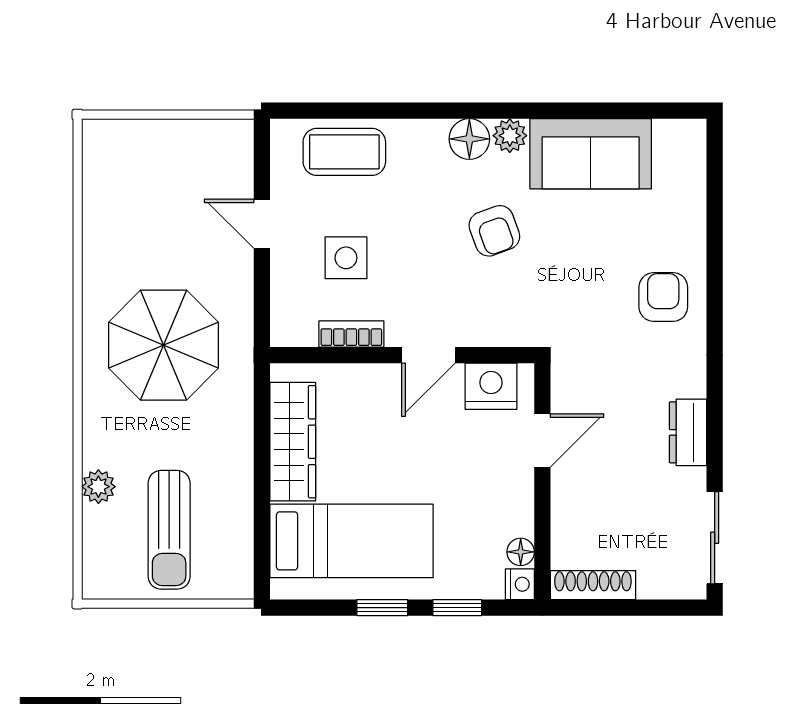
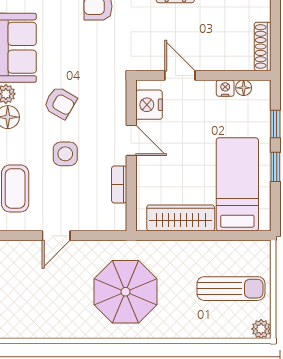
armchair: (494, 231) -> (60, 103), turned 50
side table: (346, 258) -> (65, 154), moved
plant: (98, 487) -> (261, 329), moved
nightstand: (520, 584) -> (225, 88), moved

